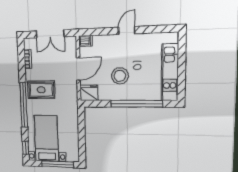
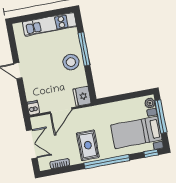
door: (78, 69) -> (61, 111), swing flipped
stool: (120, 76) -> (71, 62), moved
window: (136, 104) -> (84, 49), width x0.68
plant: (72, 157) -> (150, 103), added

